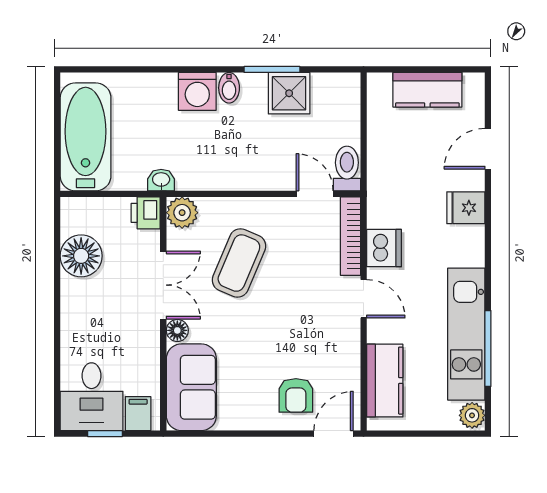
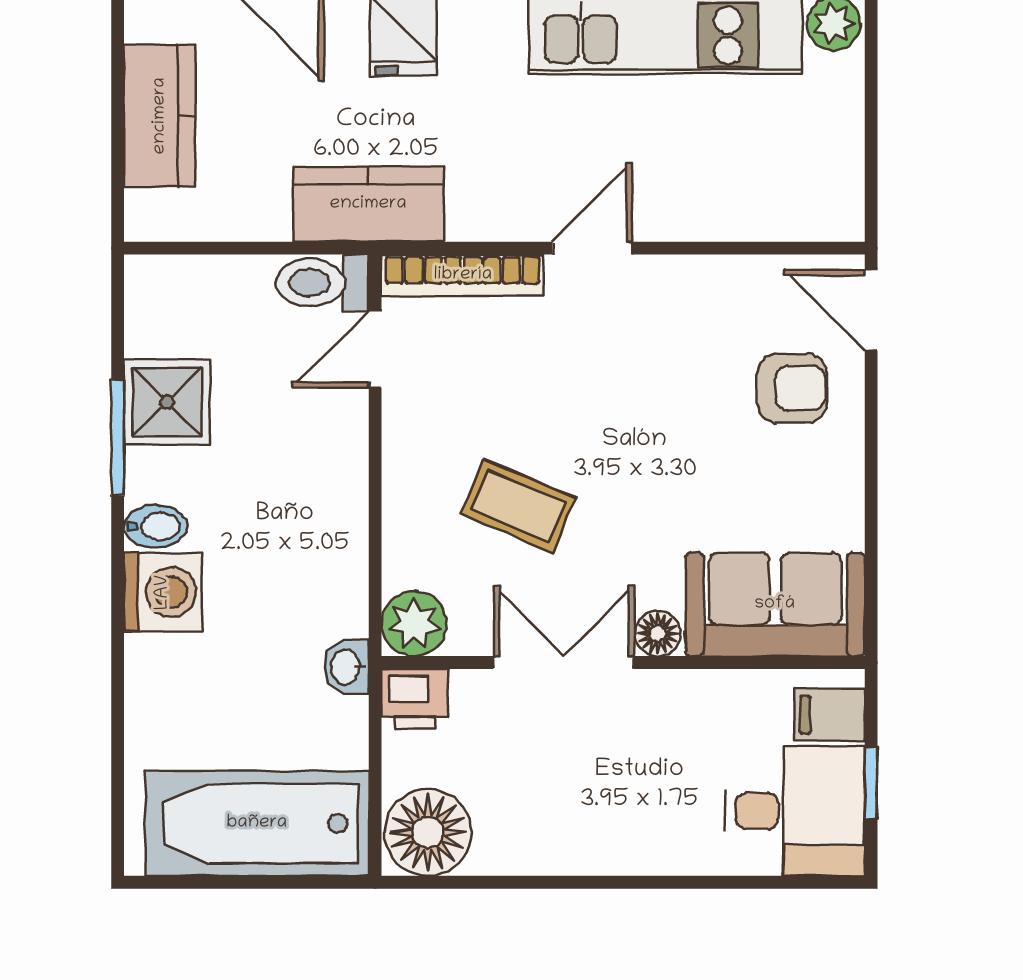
dishwasher: (384, 248) -> (487, 206), removed
floor lamp: (81, 256) -> (428, 832), moved
coffee table: (239, 263) -> (518, 506), width x0.73, depth x0.77
kitchen counter: (385, 381) -> (368, 204), moved

